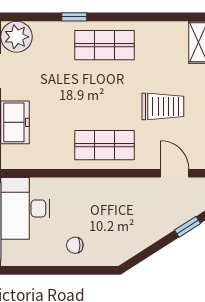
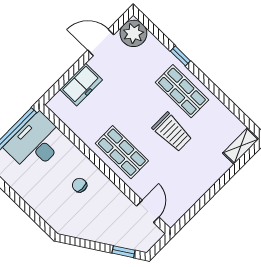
trolley: (163, 106) -> (172, 132), moved
chair: (75, 245) -> (80, 185), moved

